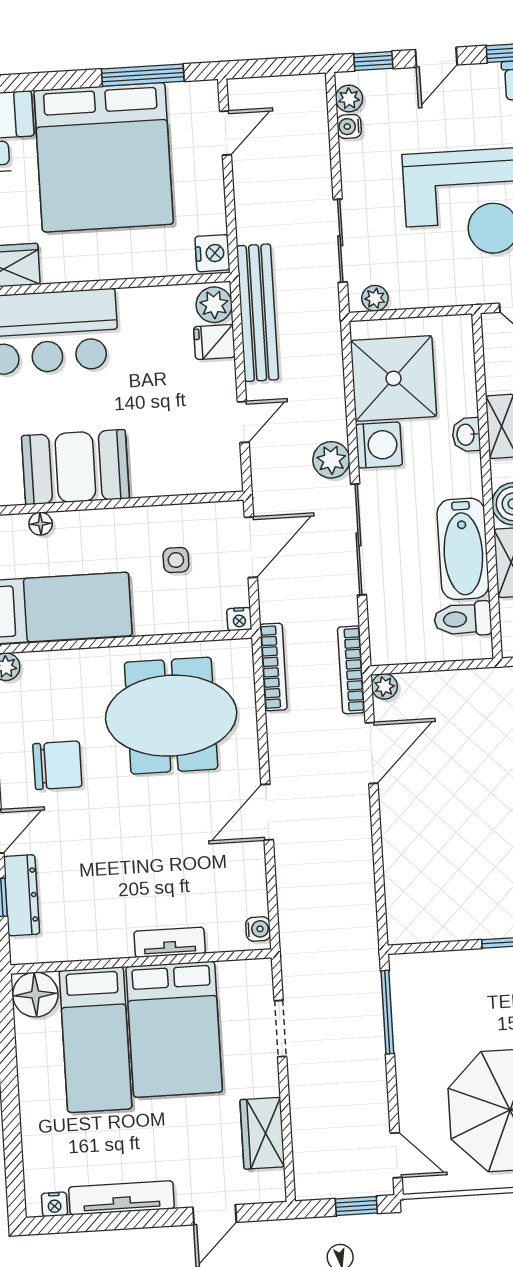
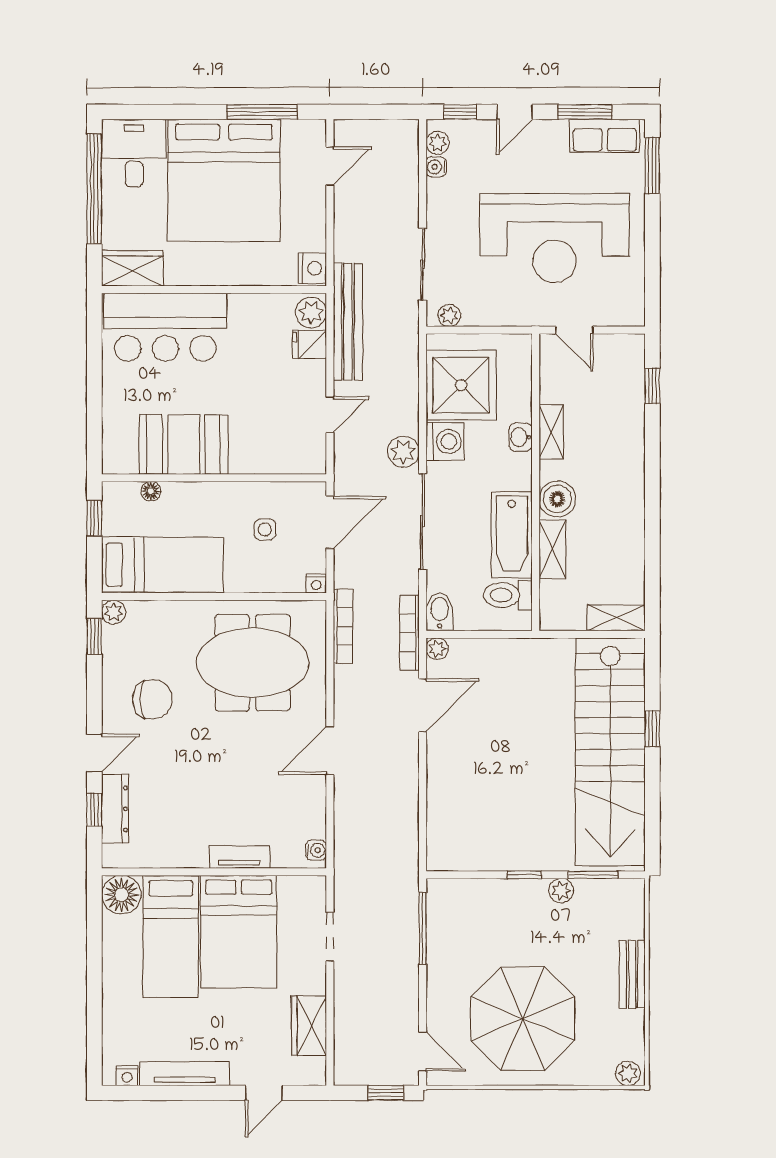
bidet: (385, 643) -> (440, 612), added

